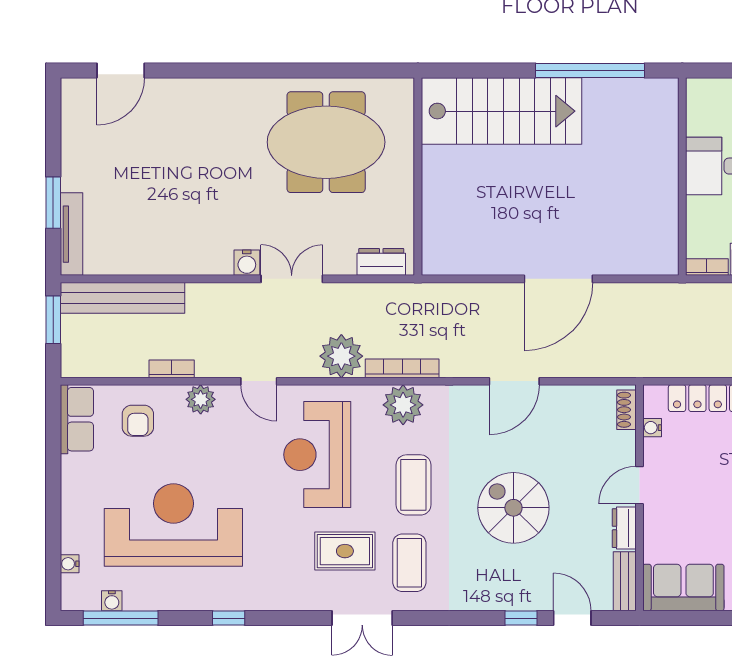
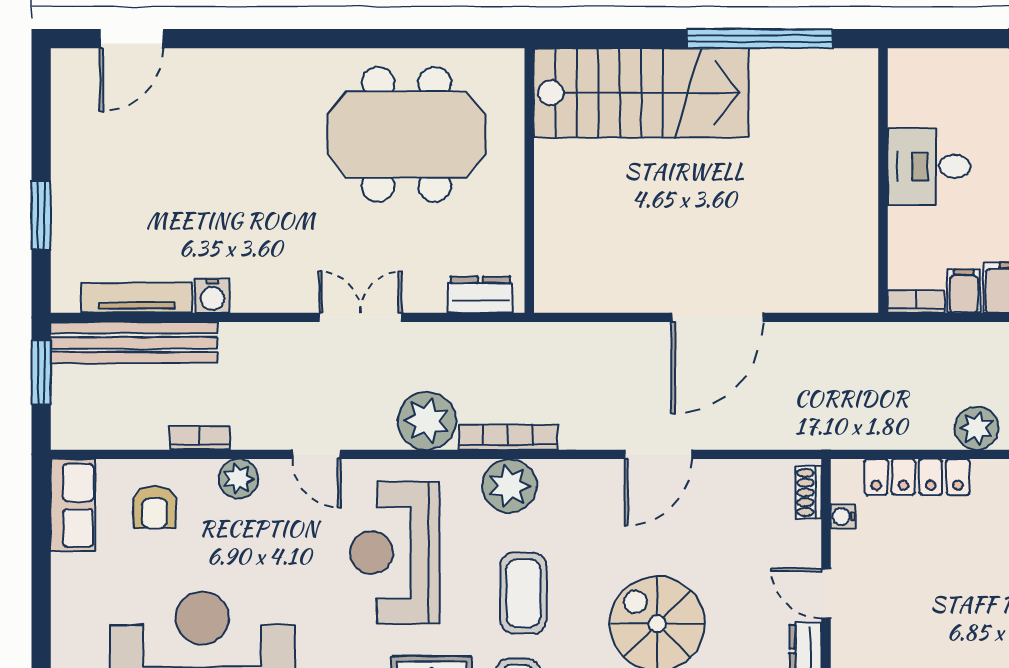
tv unit: (71, 234) -> (137, 298), moved, turned -90
water cooler: (247, 263) -> (212, 296), moved
door: (640, 485) -> (826, 593), hinge flipped

